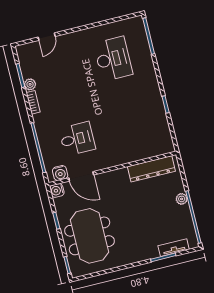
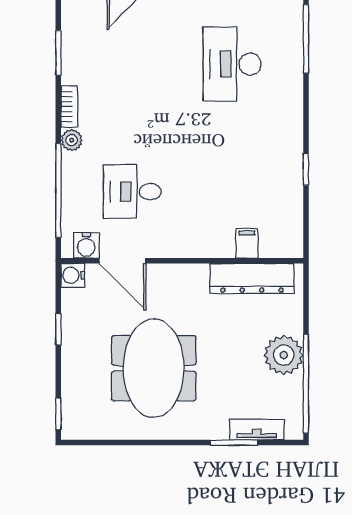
desk: (113, 59) -> (232, 64), turned 180
plant: (30, 84) -> (72, 140), moved
desk: (77, 139) -> (132, 192), turned 180
filing cabinet: (144, 151) -> (247, 243), added
plant: (182, 199) -> (284, 355), width x1.88, depth x1.88
meeting table: (90, 236) -> (154, 368), moved

